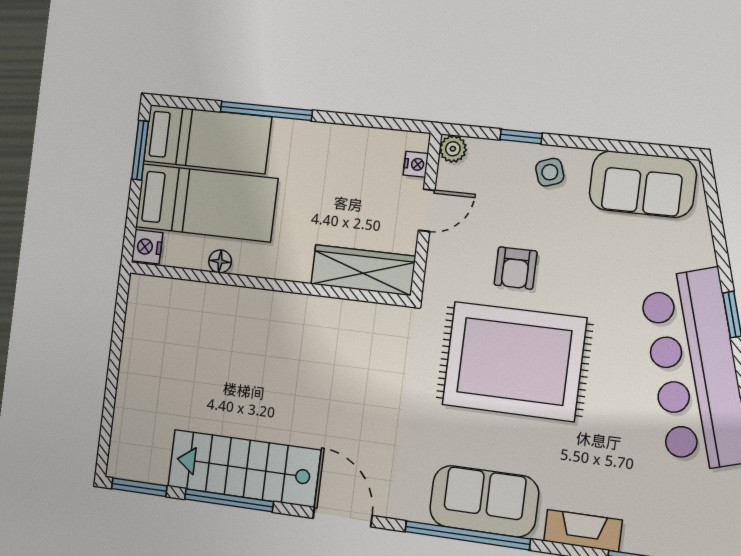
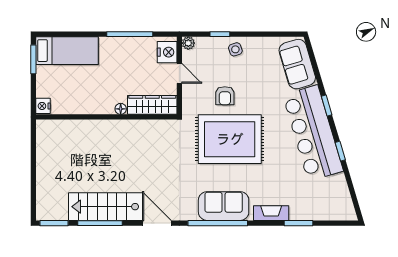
window: (266, 111) -> (130, 34), moved
nightstand: (416, 164) -> (167, 52), width x1.89, depth x1.79
sofa: (643, 184) -> (297, 64), moved, turned 73
bed: (206, 203) -> (70, 81), removed
door: (427, 210) -> (179, 73), hinge flipped
floor lamp: (220, 261) -> (121, 109), moved

